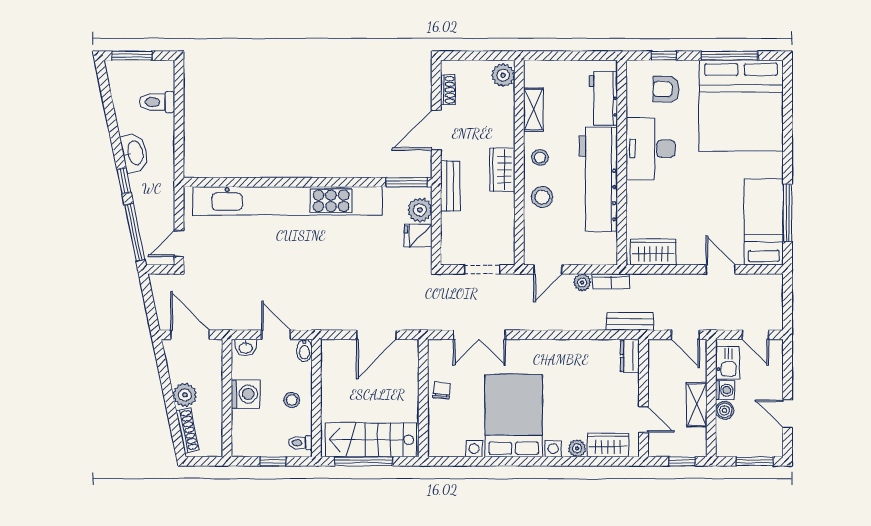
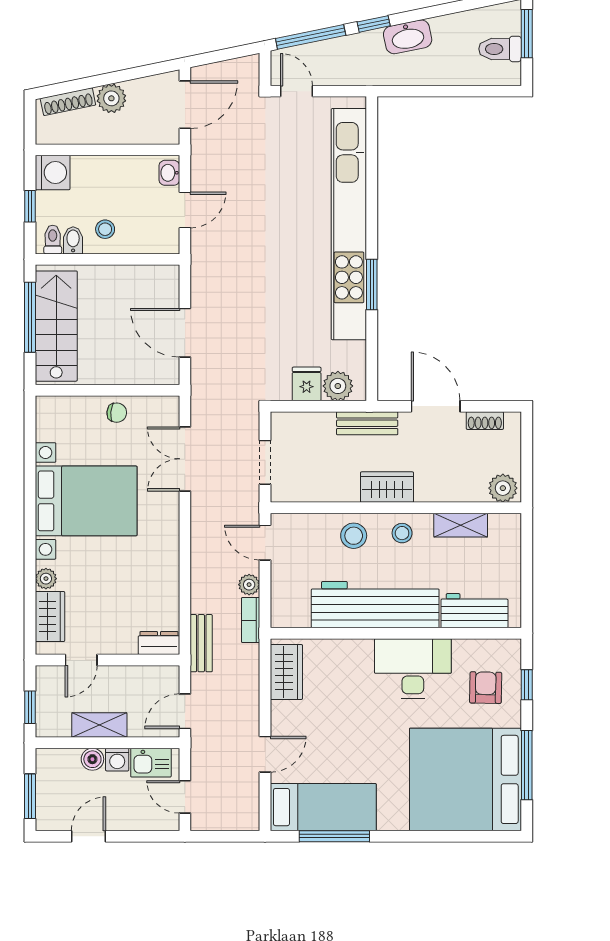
toilet: (157, 102) -> (500, 49), moved, turned -90
window: (407, 182) -> (372, 284), moved
door: (755, 335) -> (185, 797), hinge flipped
bidet: (304, 350) -> (73, 240), moved, turned 90
washing machine: (245, 394) -> (53, 173), moved, turned -90

